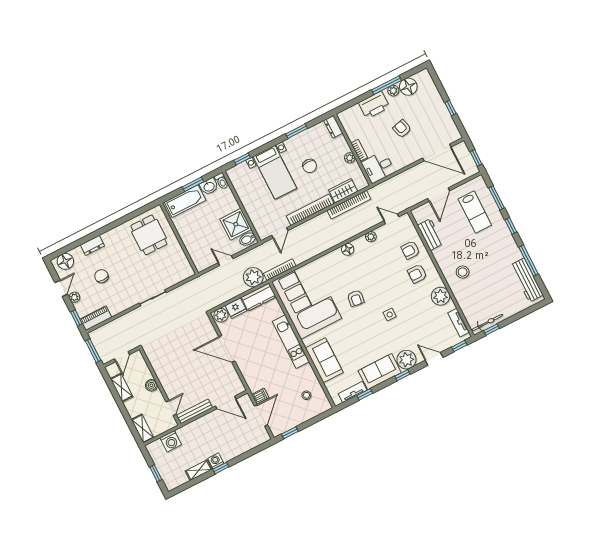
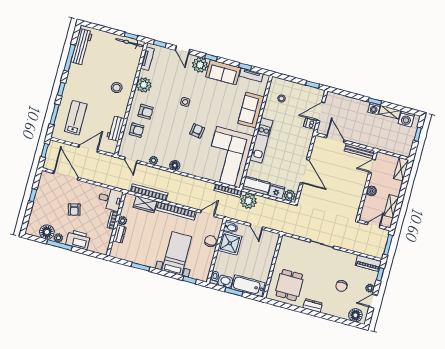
dresser: (333, 127) -> (119, 234), moved
chair: (310, 166) -> (210, 241), moved
dresser: (92, 245) -> (313, 306), moved
washing machine: (171, 441) -> (406, 119), moved, turned 180

